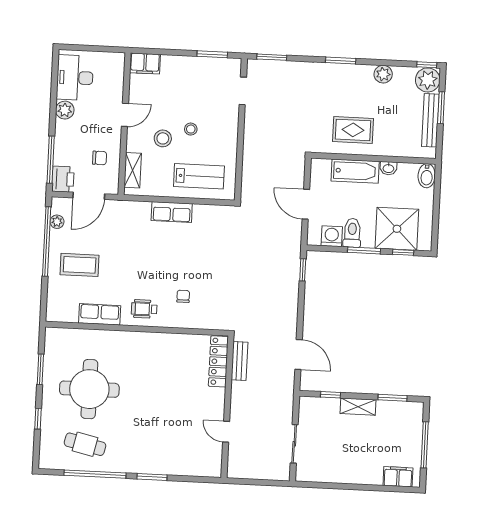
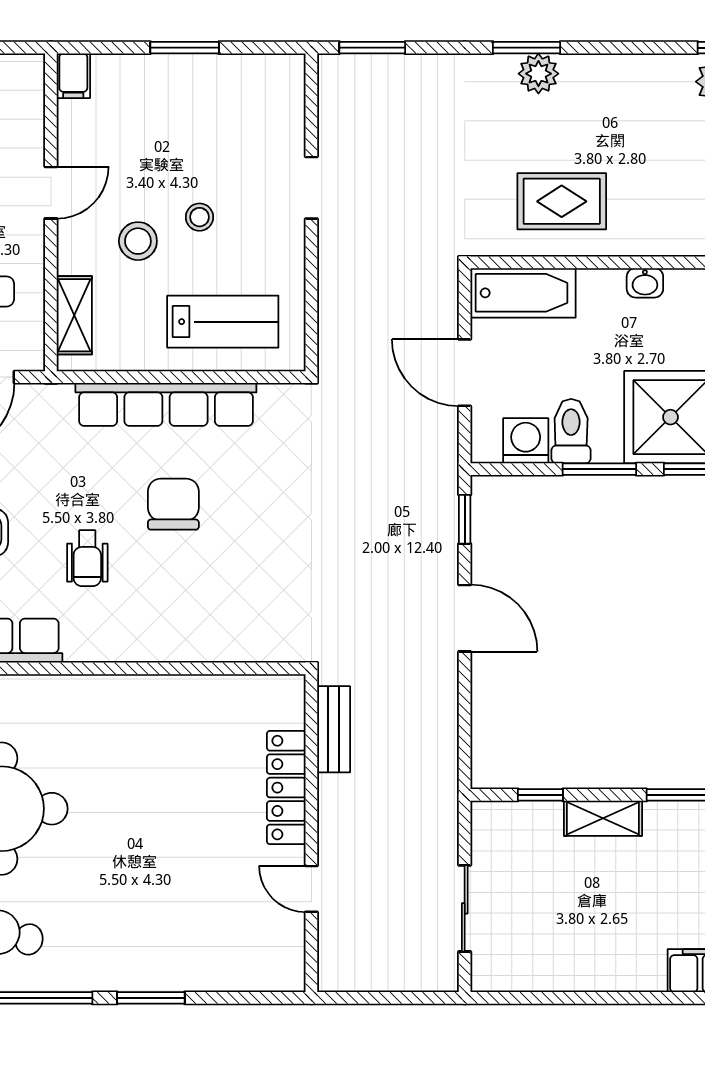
window: (212, 54) -> (185, 48), moved
filing cabinet: (145, 64) -> (73, 76), width x0.50
plant: (383, 74) -> (538, 74), moved
doorway: (243, 91) -> (311, 188), moved
bathtub: (355, 171) -> (523, 293), moved
row of seats: (172, 212) -> (166, 404), width x2.02
chair: (183, 296) -> (173, 504), moved, width x1.87, depth x1.87
wheelchair: (144, 309) -> (87, 558), moved, turned -90
door: (299, 355) -> (465, 618), moved
locker: (218, 361) -> (286, 788), moved

